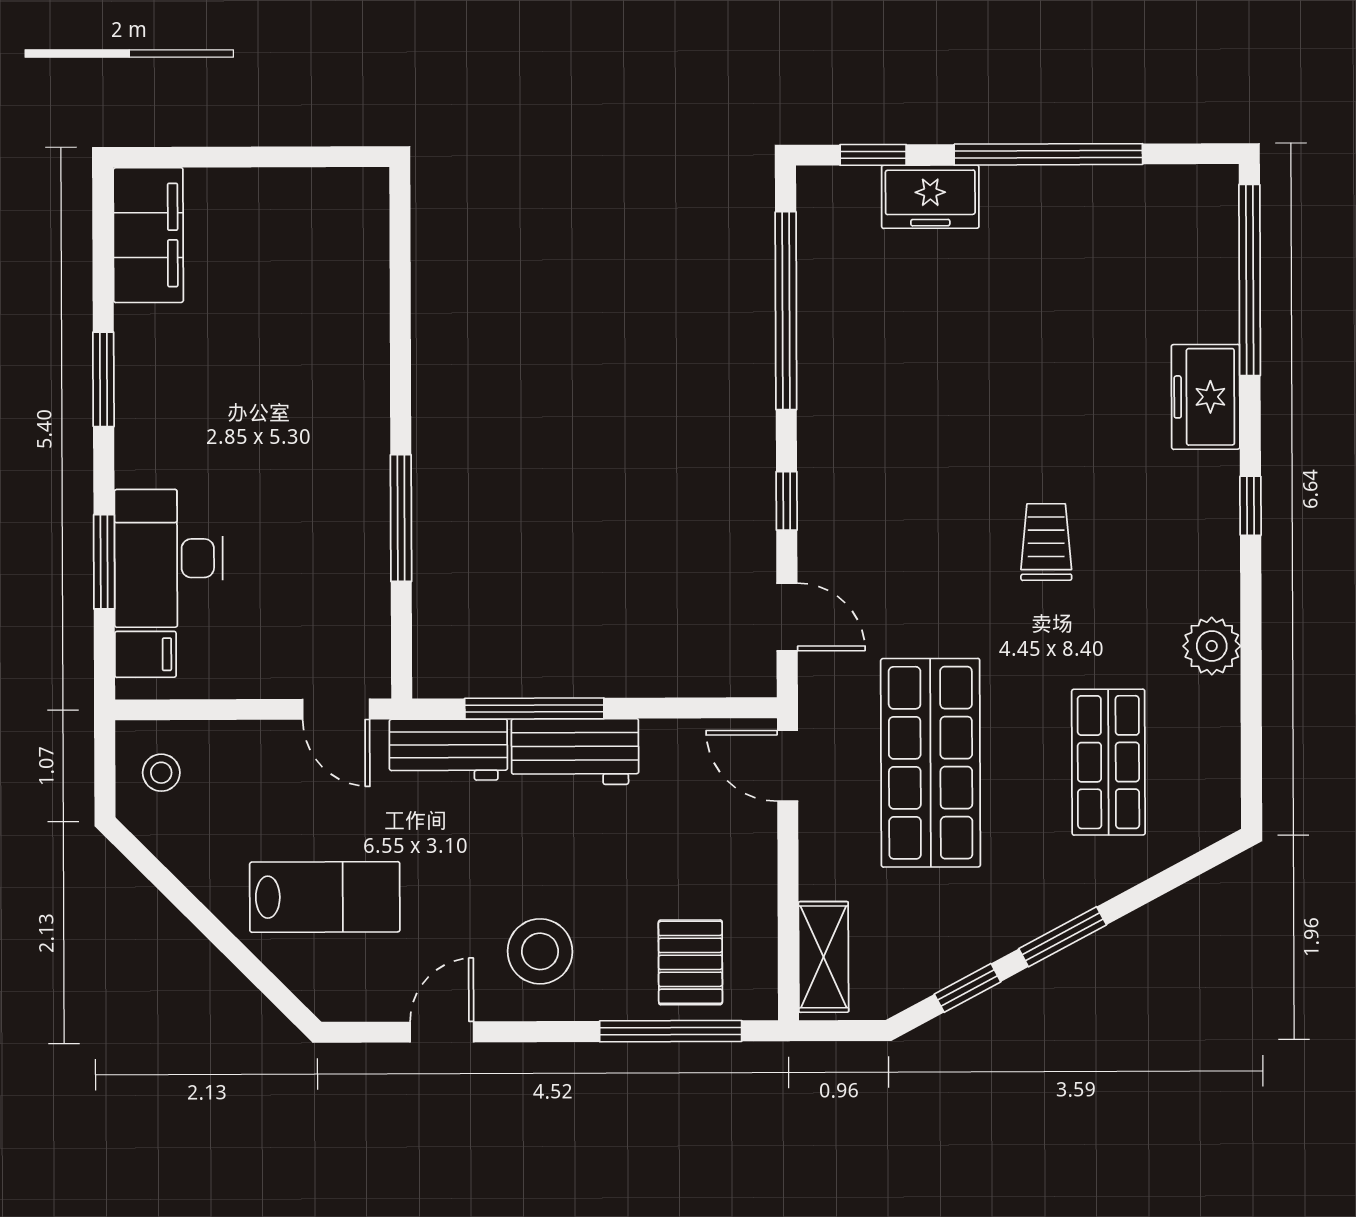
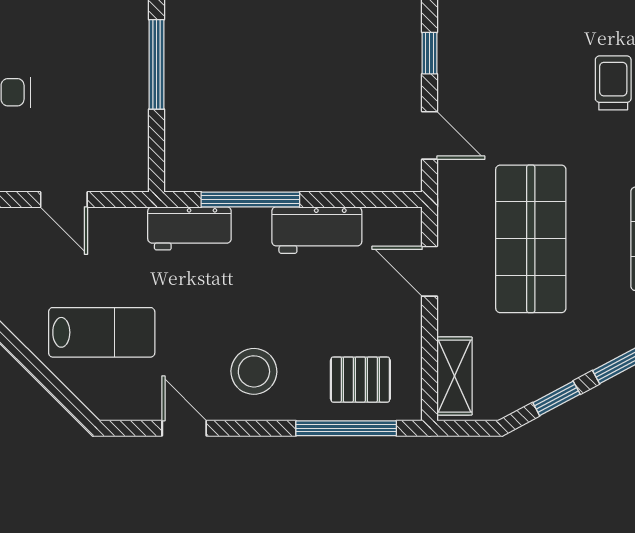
door: (336, 709) -> (64, 199), moved
workbench: (575, 752) -> (317, 230), moved
door: (788, 766) -> (430, 271), moved
pallet: (690, 962) -> (360, 380), turned 90
door: (442, 1032) -> (184, 428), hinge flipped

